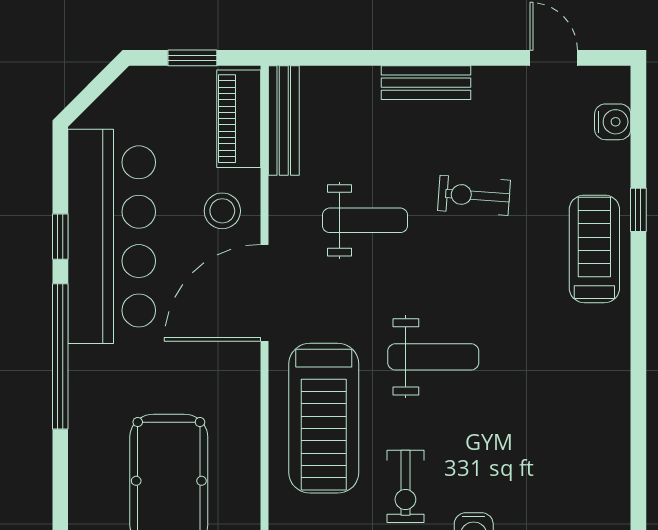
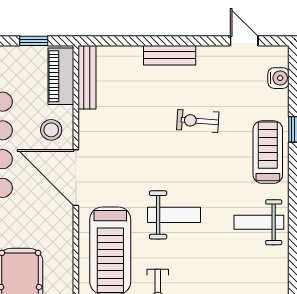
weight bench: (365, 220) -> (259, 222), moved, turned 180
door: (265, 293) -> (76, 178), hinge flipped

